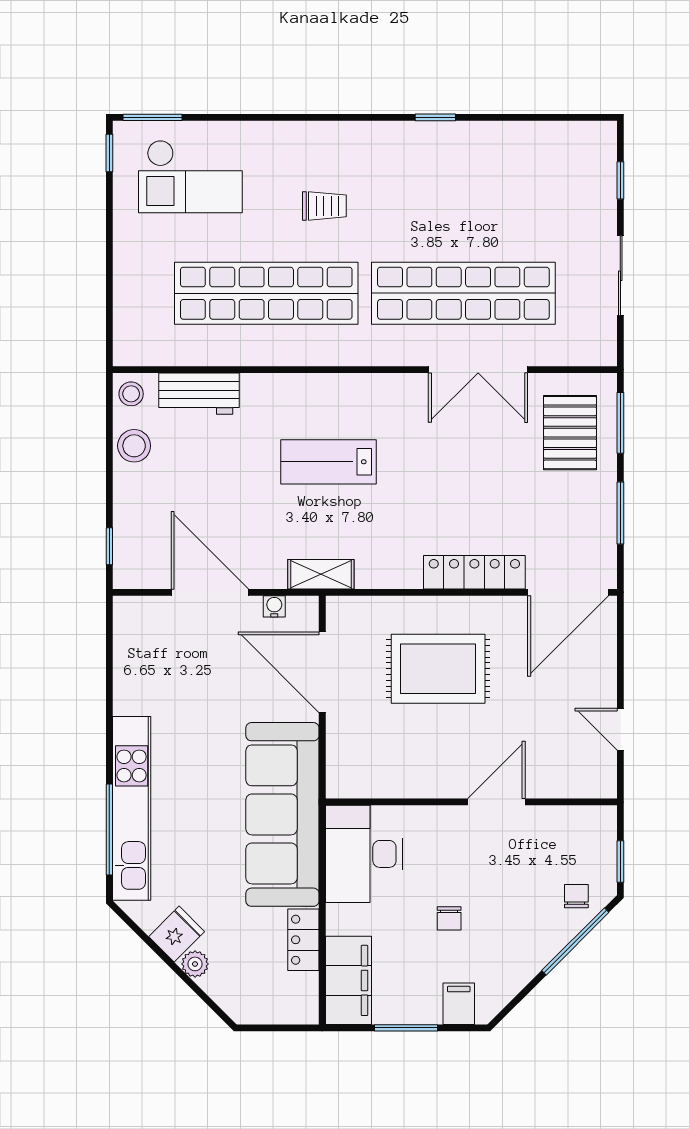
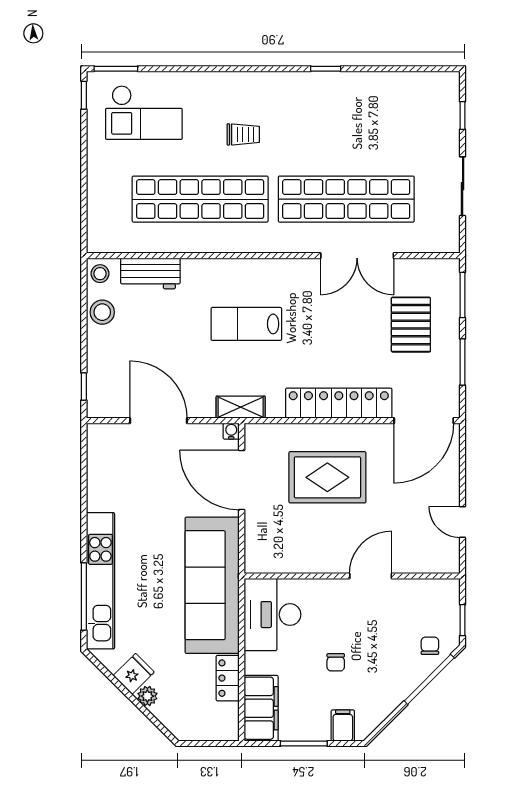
pallet: (570, 433) -> (411, 325), moved
locker: (474, 572) -> (339, 403), width x1.41, depth x1.21
water cooler: (274, 606) -> (231, 431), moved

